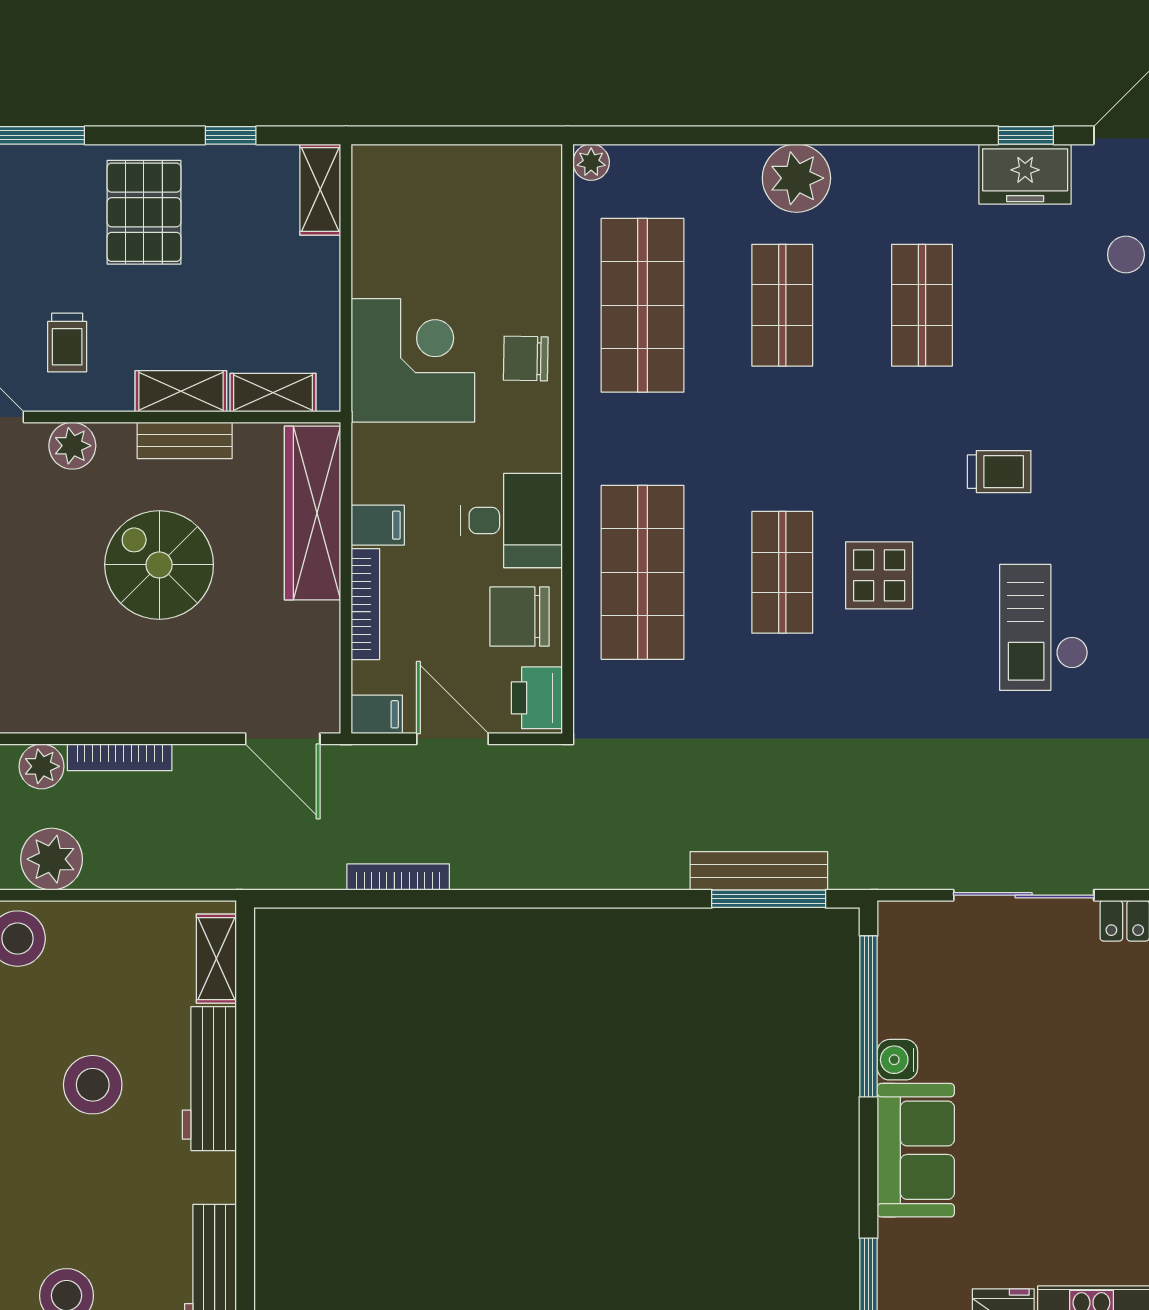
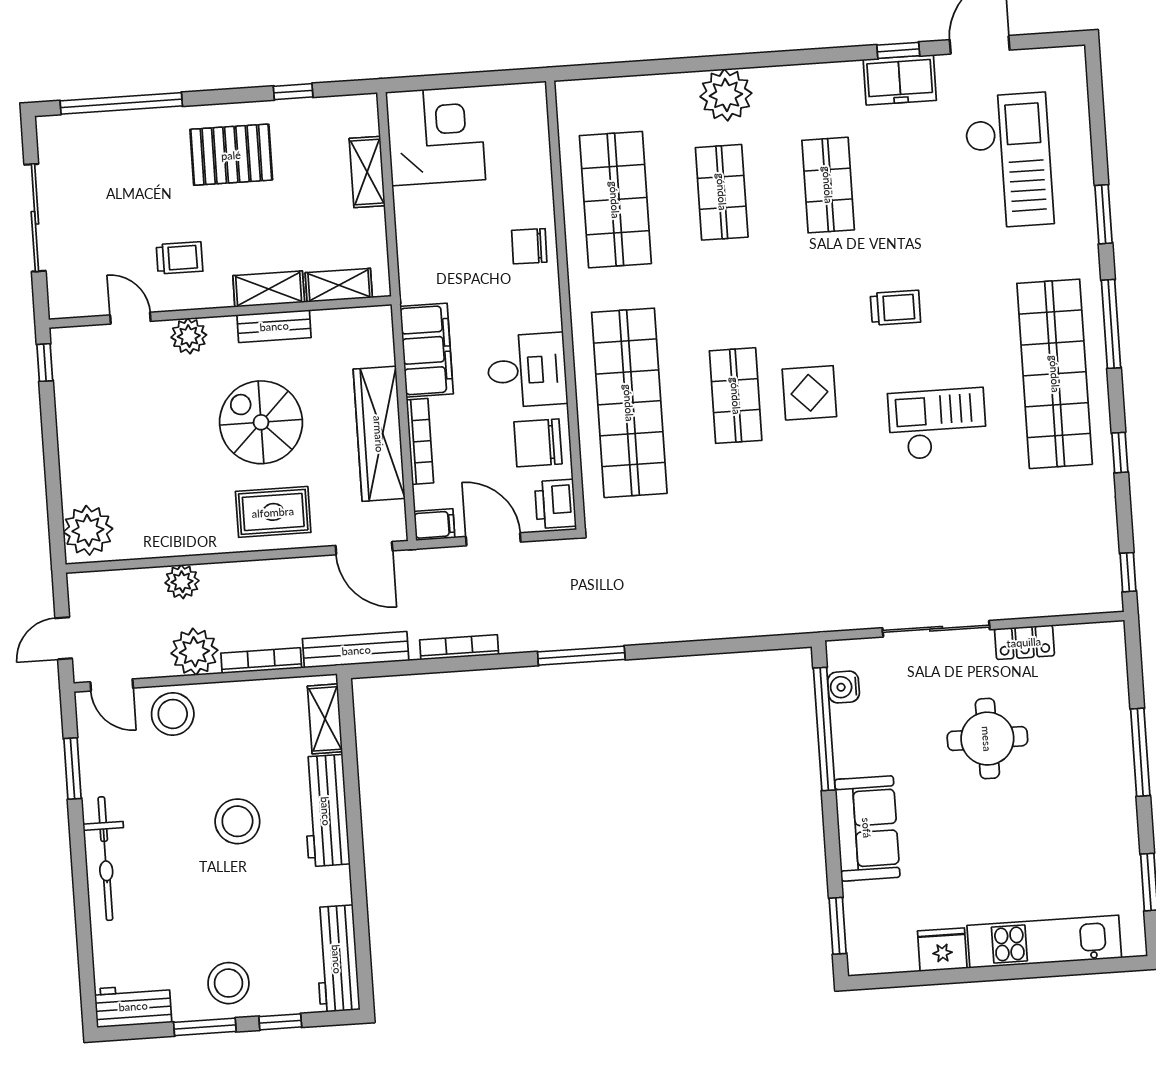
plant: (591, 162) -> (569, 93), removed
shelving: (320, 190) -> (367, 172), moved
pallet: (144, 212) -> (231, 155), turned 90
trolley: (67, 343) -> (180, 258), turned -90
corner desk: (413, 360) -> (436, 136), moved
wardrobe: (313, 513) -> (379, 434), moved
filing cabinet: (378, 525) -> (427, 350), width x3.00, depth x1.17
shop shelf: (643, 572) -> (629, 403), width x1.40
checkout: (1044, 627) -> (937, 424), turned 90
rug: (167, 683) -> (273, 512), added
bookcase: (120, 757) -> (261, 661), moved, turned 180
bench: (759, 871) -> (356, 650), moved
window: (769, 899) -> (581, 656), moved
round table: (1081, 1043) -> (987, 739), added
water cooler: (897, 1060) -> (844, 687), moved

